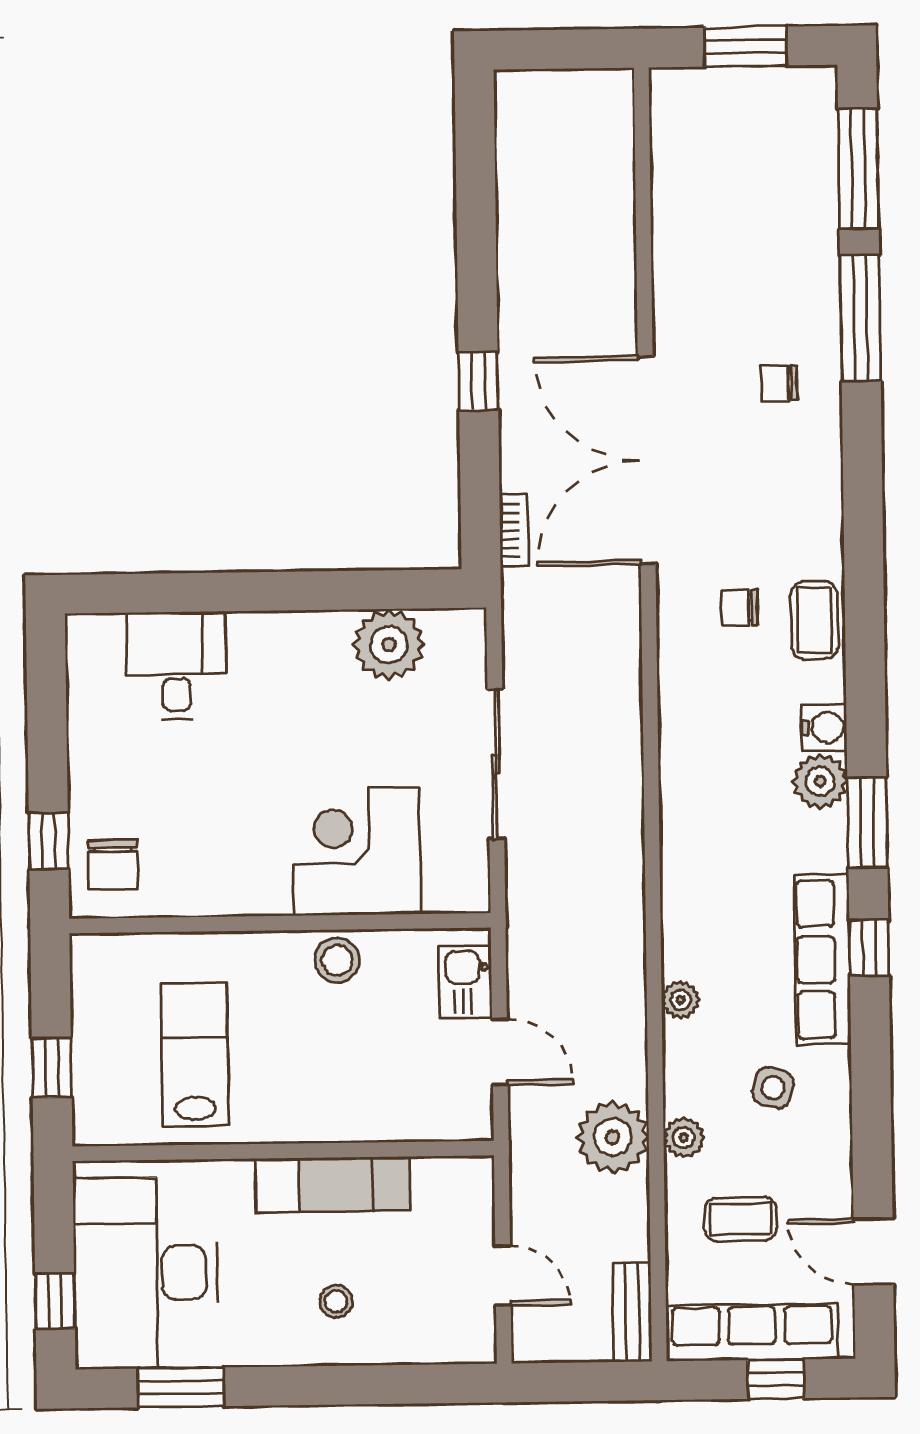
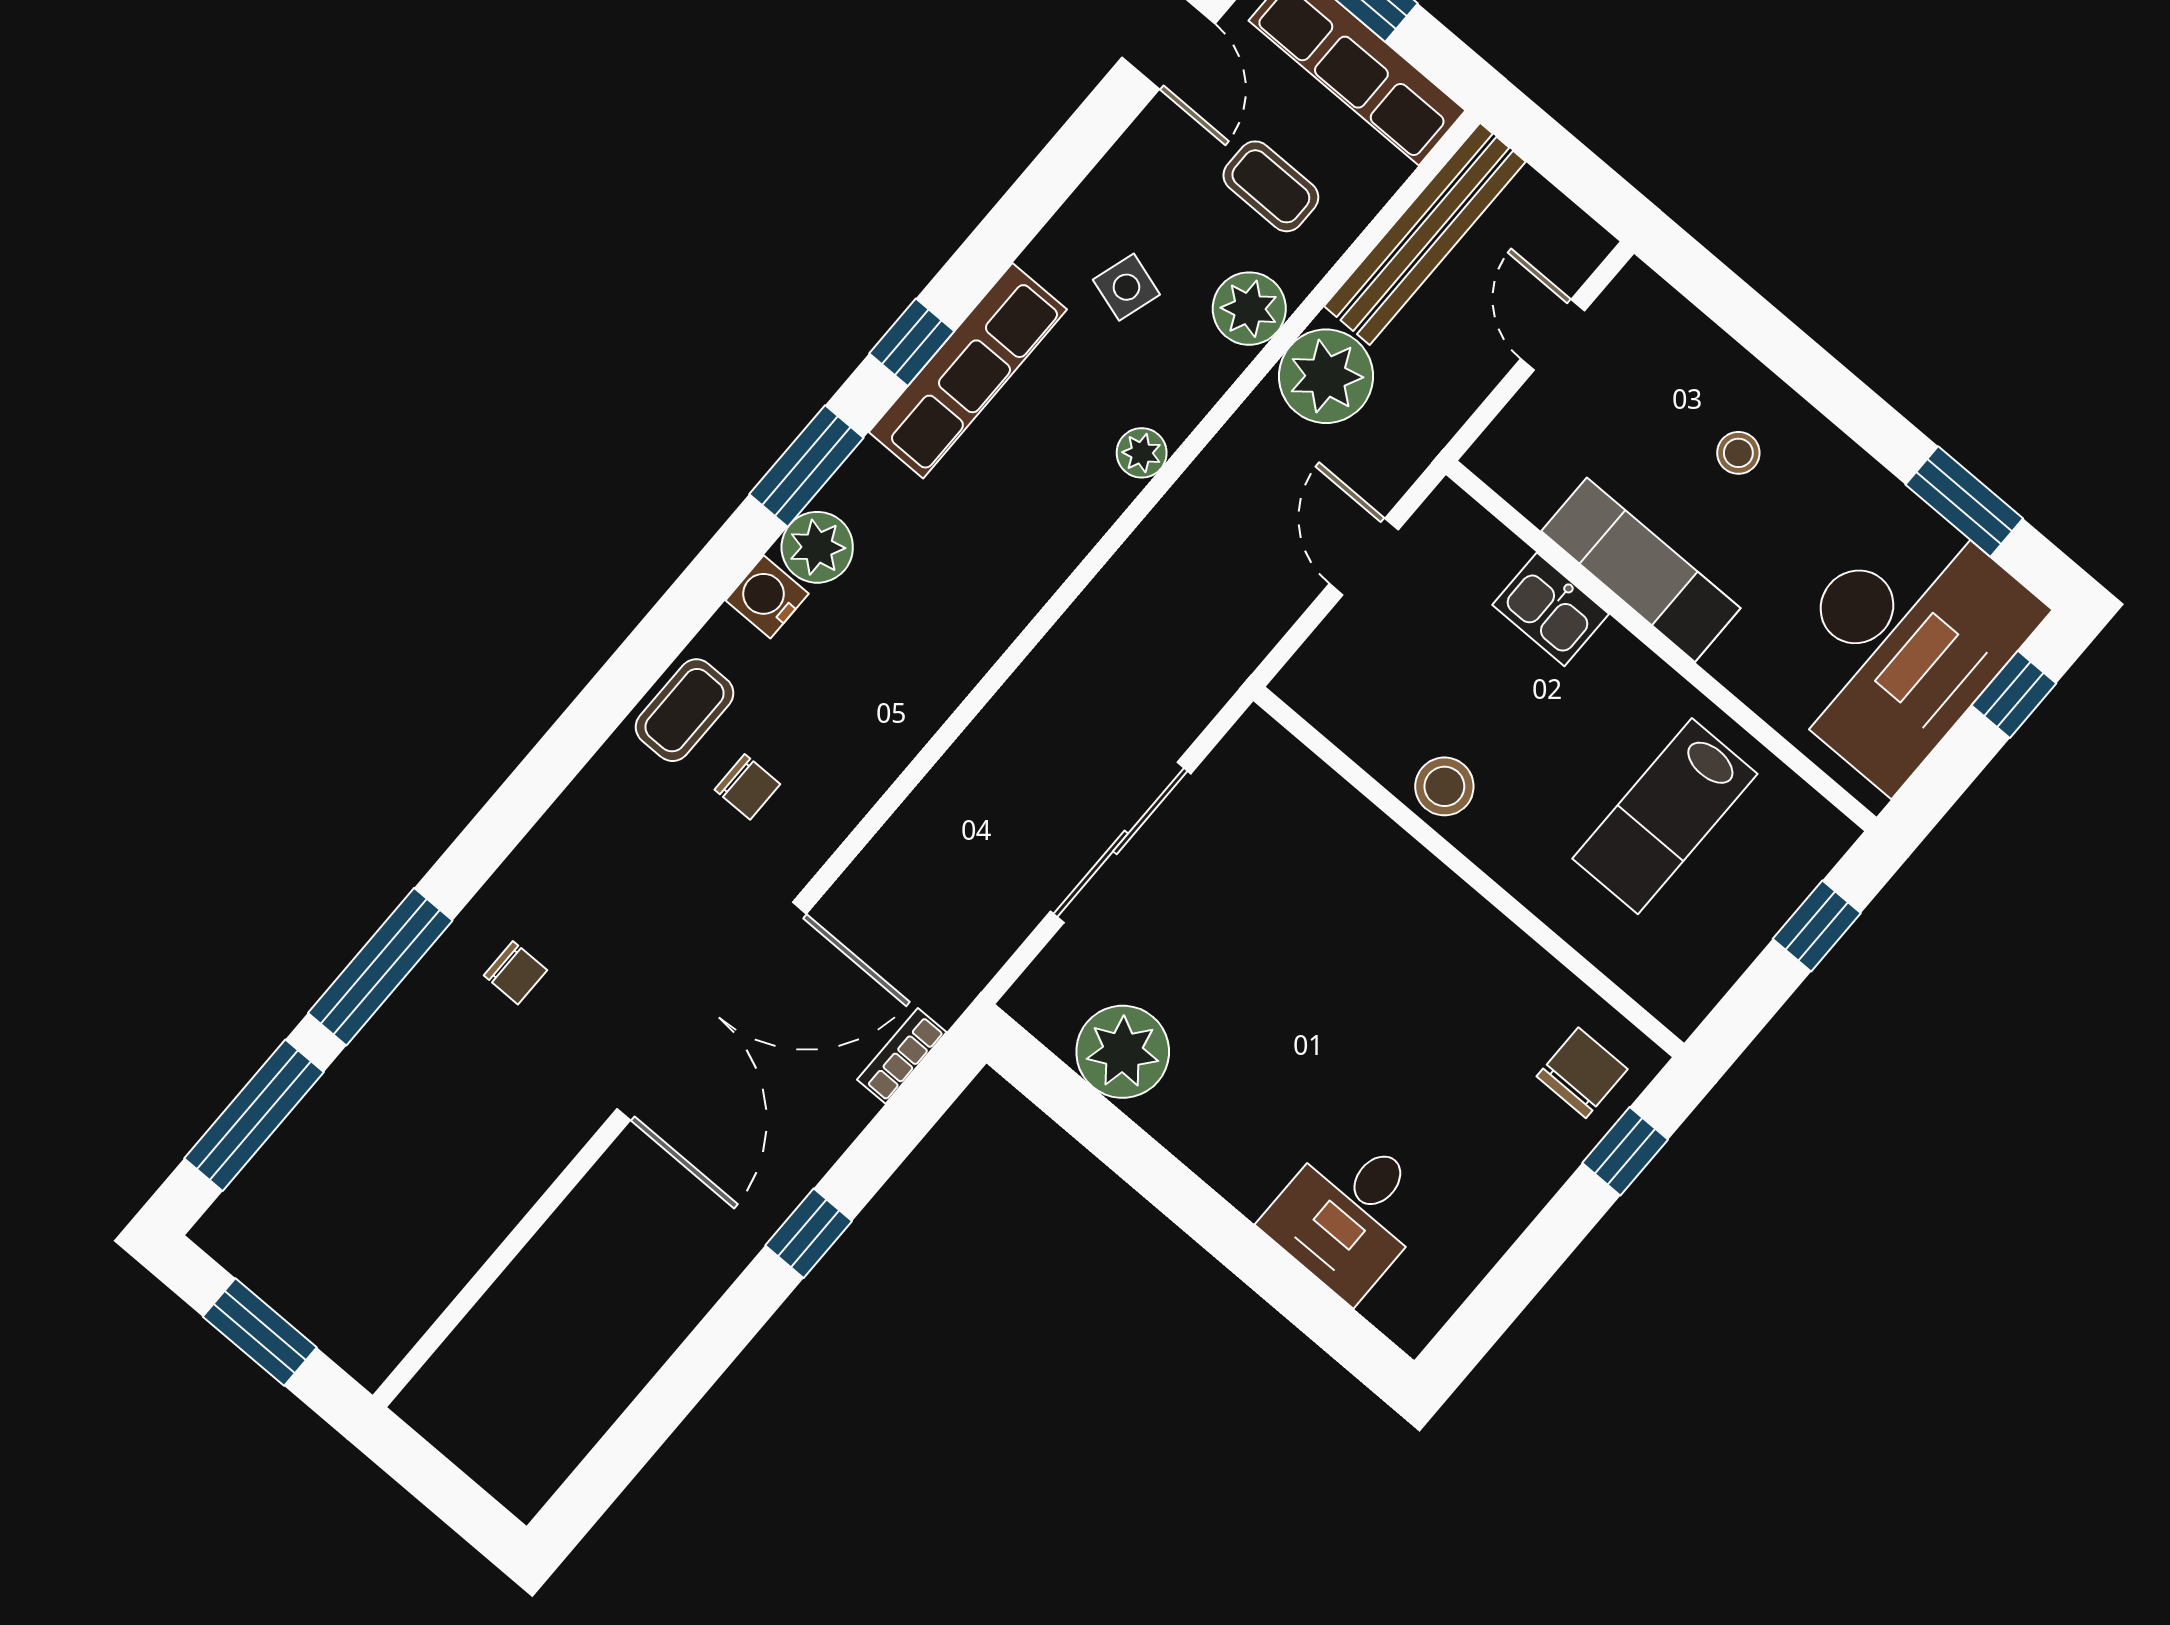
corner desk: (356, 851) -> (1332, 877), removed
kitchen sink: (465, 982) -> (1551, 609), moved, turned 90
plant: (684, 1138) -> (1249, 309), width x1.38, depth x1.38
bench: (632, 1312) -> (1425, 234), width x1.86, depth x1.21

